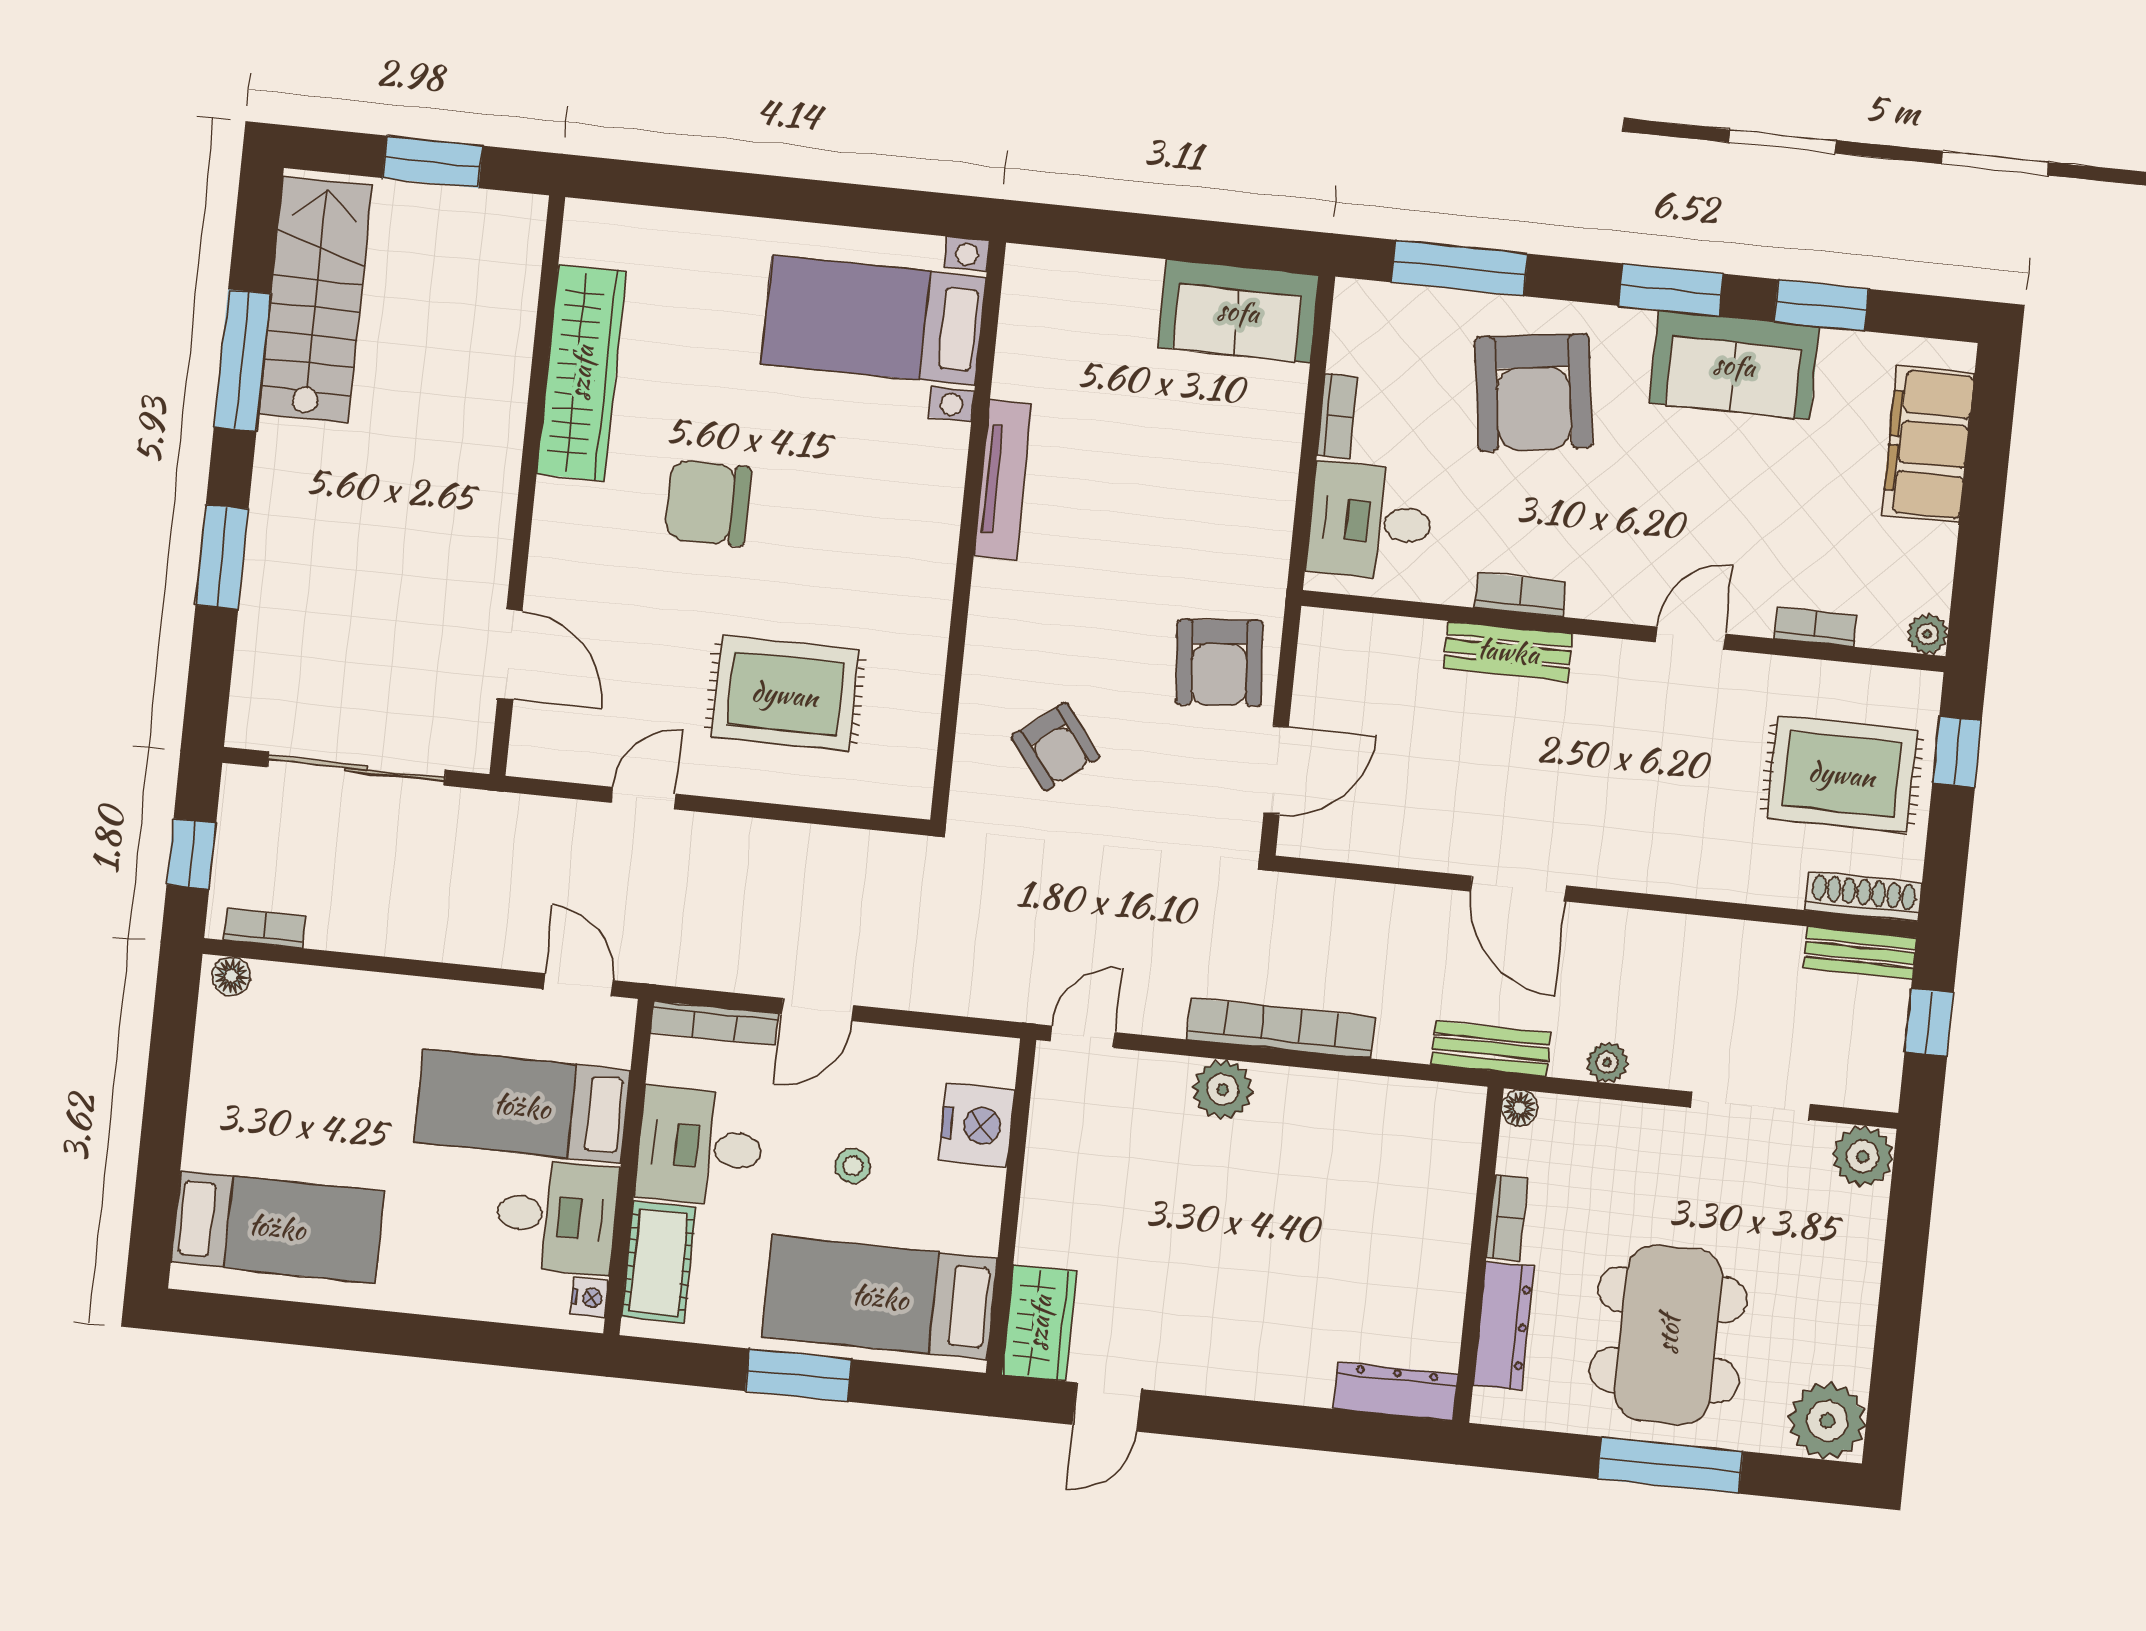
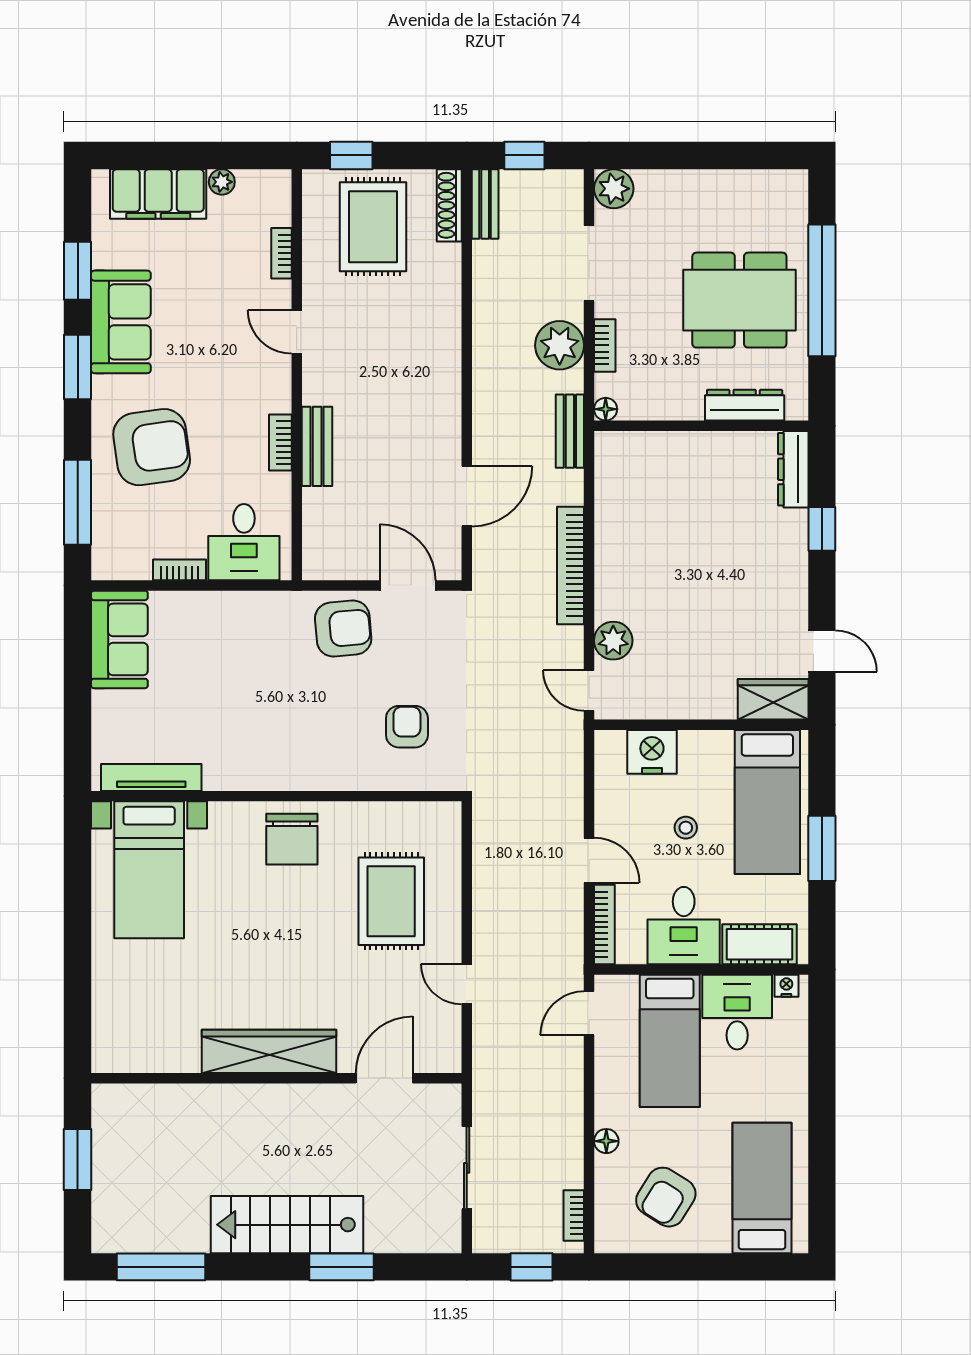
stairs: (315, 300) -> (287, 1225), moved
window: (242, 360) -> (161, 1267), moved
wardrobe: (581, 373) -> (269, 1051), moved
tv unit: (1003, 480) -> (151, 777), moved
chair: (708, 503) -> (292, 839), moved
plant: (1927, 634) -> (222, 182), moved
armchair: (1056, 747) -> (407, 727), turned -52
sliding door: (357, 769) -> (467, 1168), width x0.73
door: (1518, 889) -> (467, 496), moved
floor lamp: (231, 976) -> (606, 1141), moved
plant: (1607, 1062) -> (560, 345), width x1.88, depth x1.88
armchair: (279, 1075) -> (666, 1197), added
plant: (1223, 1089) -> (613, 641), moved
bookcase: (1507, 1218) -> (605, 345), moved, turned 90
plant: (1827, 1421) -> (783, 194), removed
window: (1298, 1427) -> (822, 529), added
window: (1670, 1465) -> (822, 290), width x1.46

